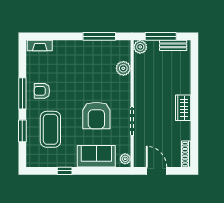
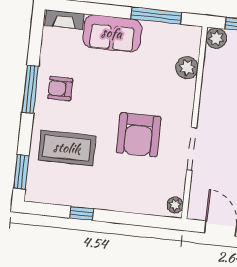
coffee table: (50, 129) -> (67, 148), turned 90
window: (22, 131) -> (21, 172), moved
sofa: (96, 156) -> (112, 33), moved, turned 180

